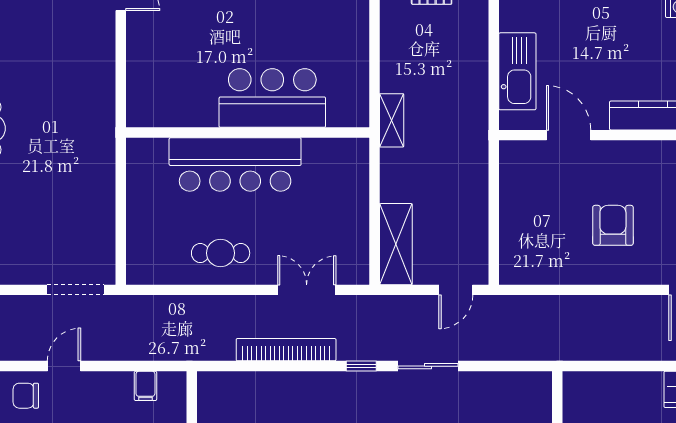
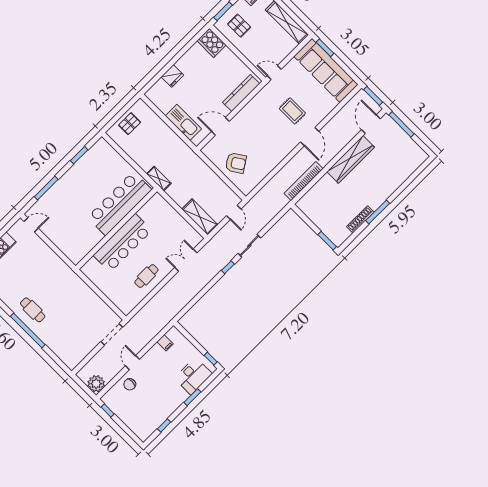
bar counter: (272, 98) -> (119, 203), width x1.36
armchair: (613, 225) -> (236, 163), moved, turned 147
bookcase: (286, 350) -> (303, 181), moved

